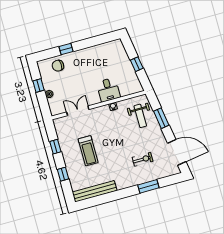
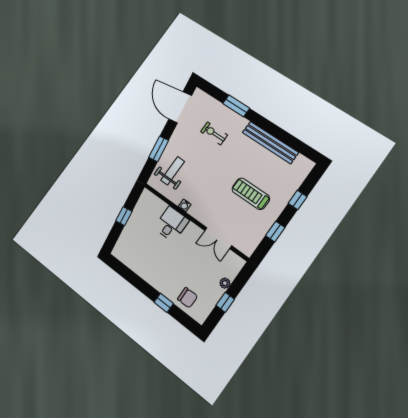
treadmill: (88, 151) -> (251, 194), turned -90
bench: (95, 191) -> (270, 142), moved

